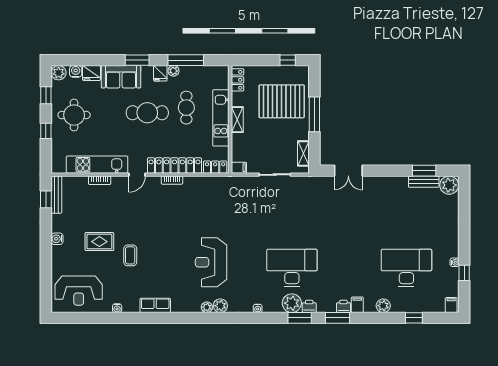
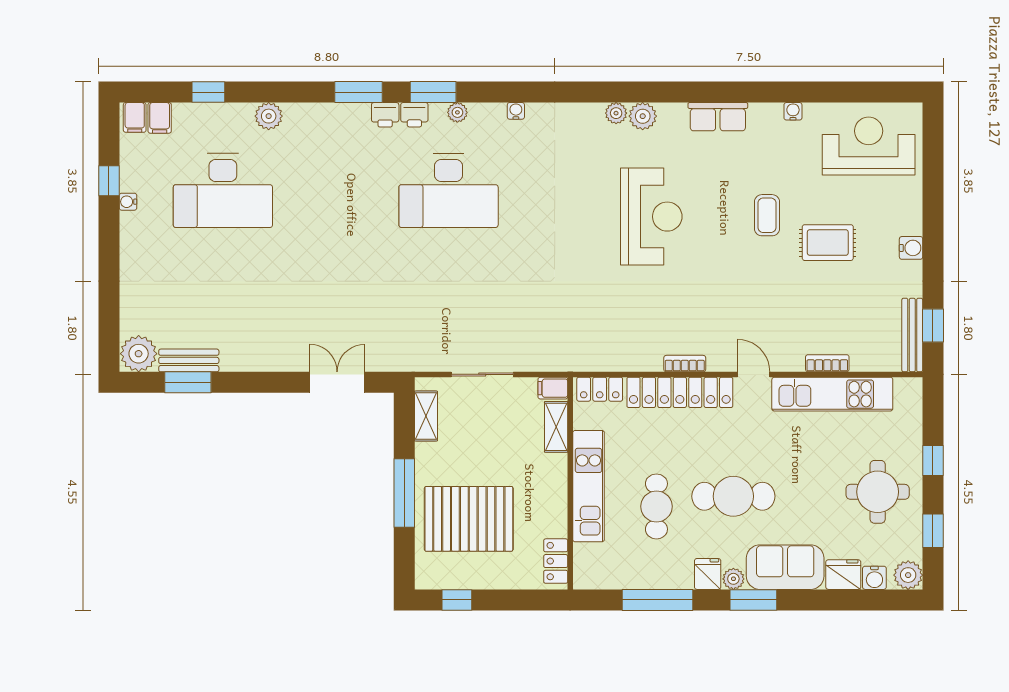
plant: (173, 71) -> (733, 579), moved
shelving: (237, 120) -> (556, 427), moved
door: (137, 175) -> (754, 374), hinge flipped
reception desk: (211, 262) -> (651, 217), moved
plant: (292, 303) -> (457, 112), width x0.53, depth x0.53
filing cabinet: (357, 305) -> (160, 118), moved
plant: (220, 306) -> (643, 116), moved
printer: (343, 306) -> (385, 115), moved

